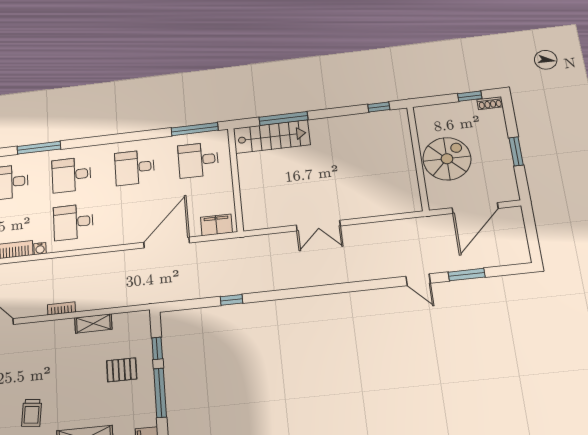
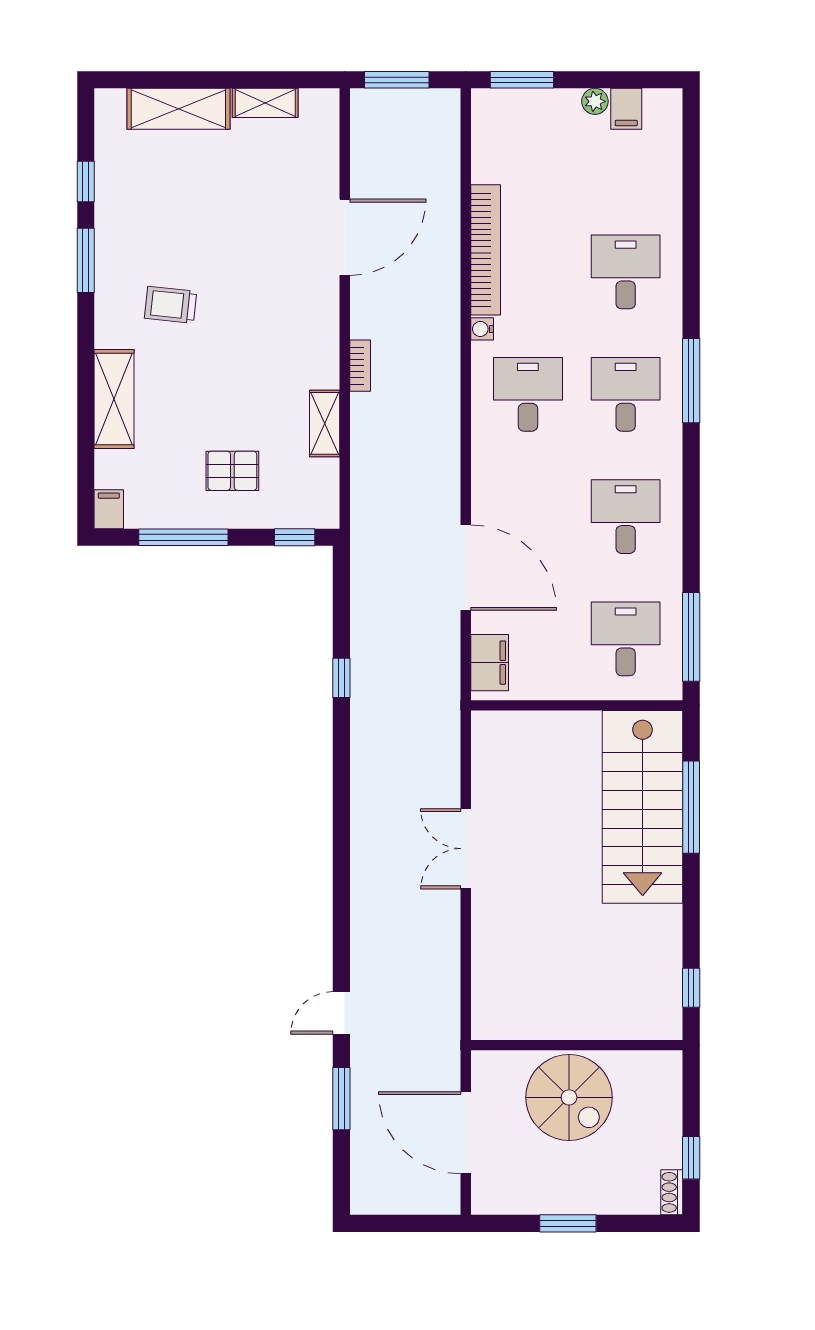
stairs: (272, 137) -> (643, 807), width x1.36, depth x1.51
window: (39, 148) -> (691, 381), moved
window: (157, 348) -> (295, 537), moved
pallet: (122, 370) -> (232, 471), turned 90

